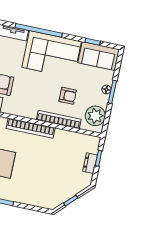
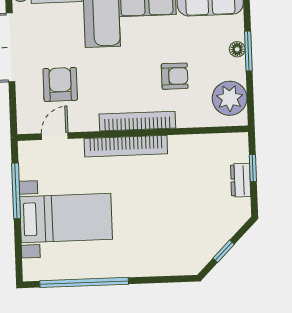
bookcase: (59, 119) -> (137, 121), moved

